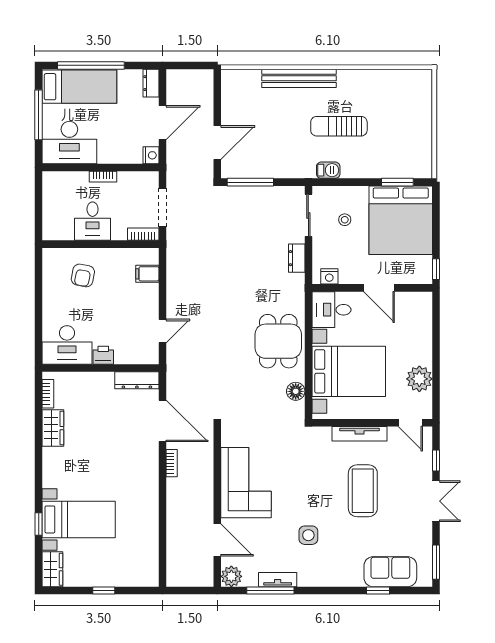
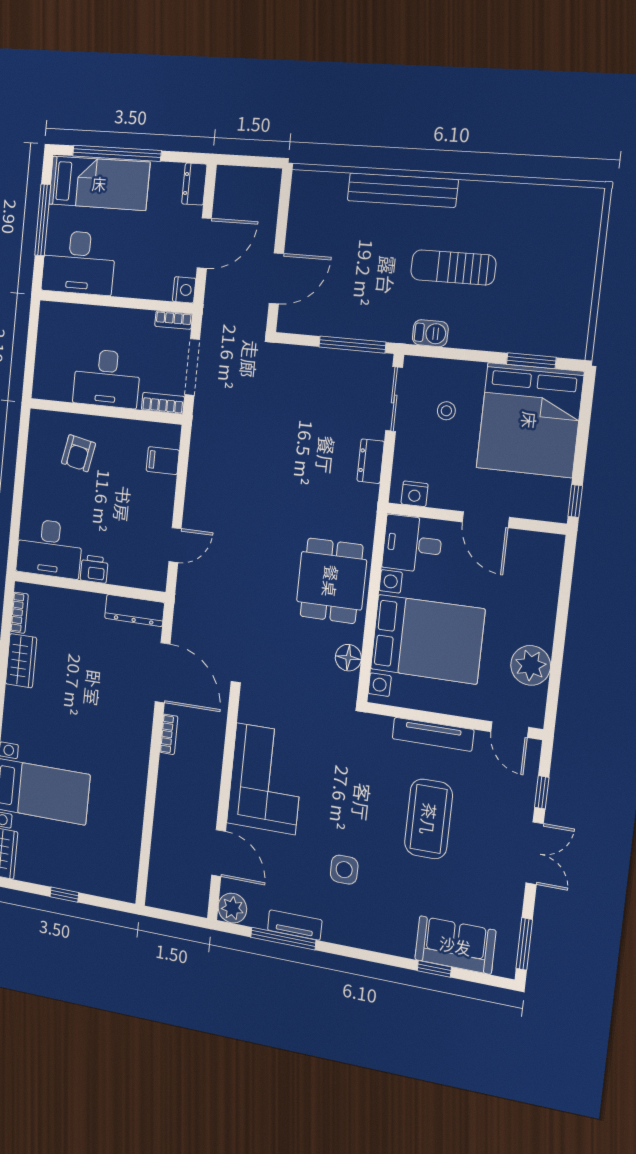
bookcase: (103, 177) -> (174, 320), moved
window: (250, 182) -> (352, 344), moved
desk: (93, 221) -> (107, 378), width x1.37

